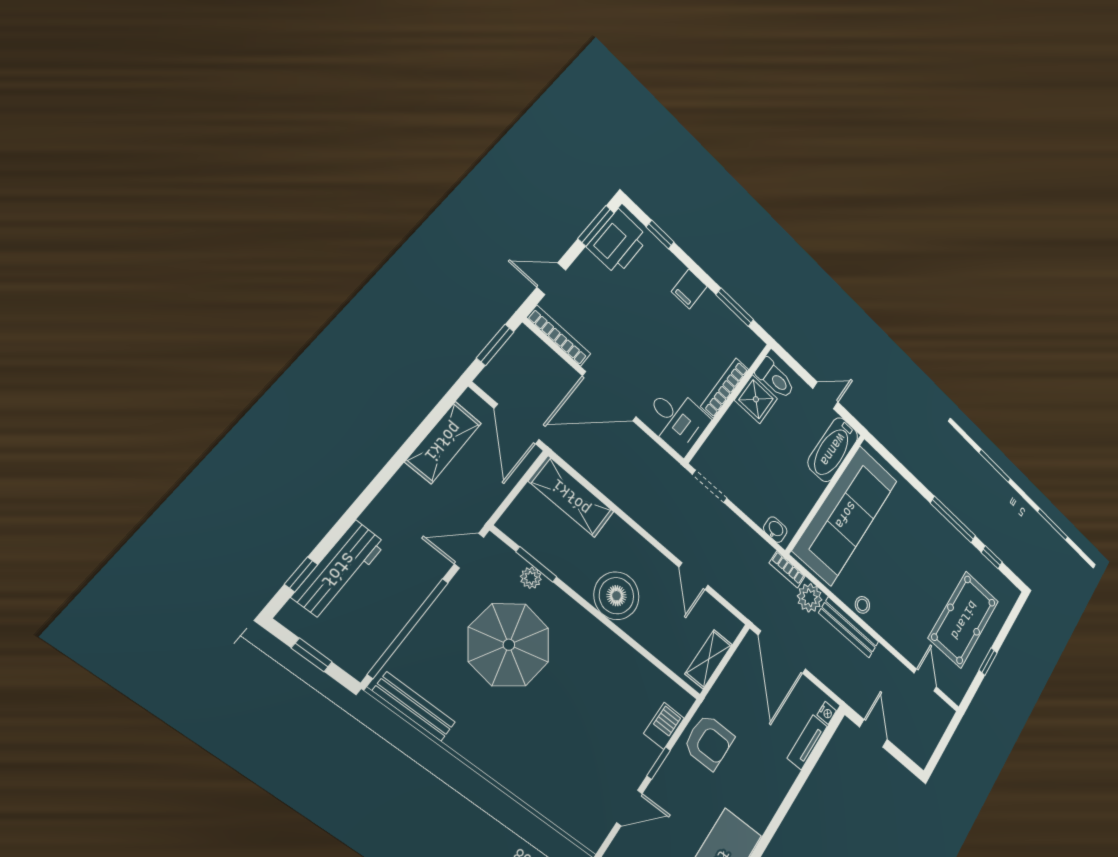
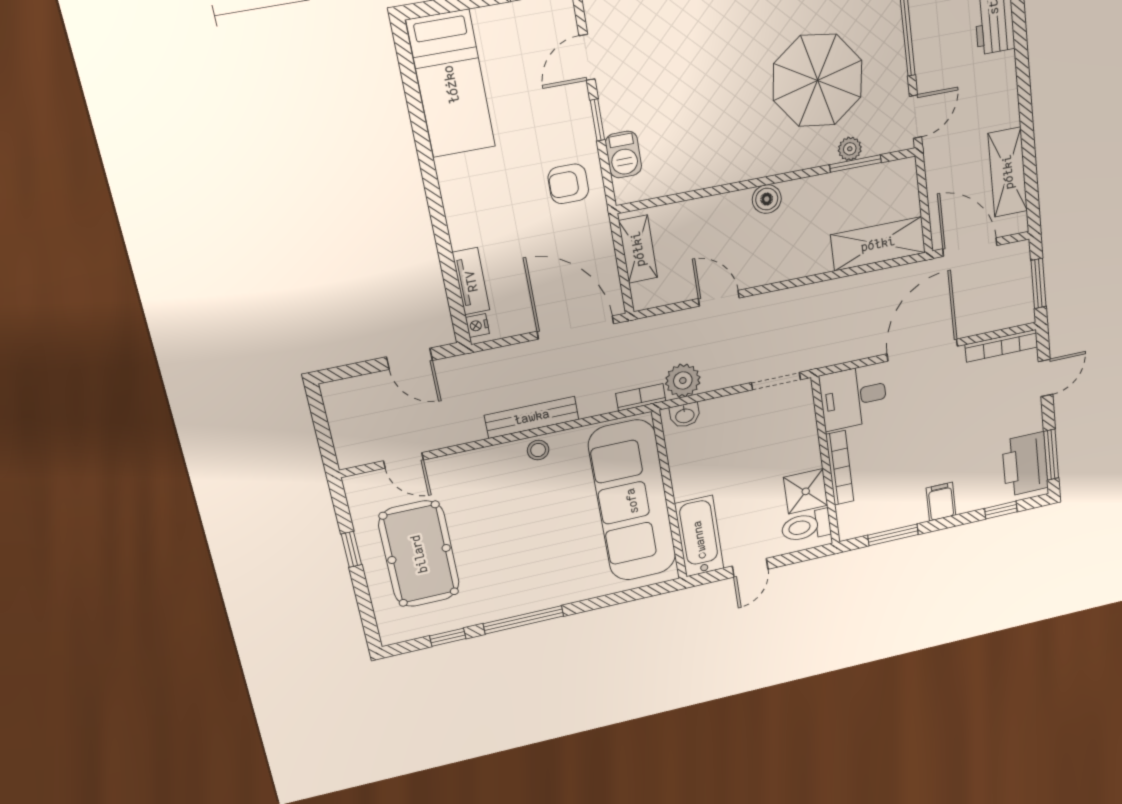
boiler: (616, 596) -> (767, 199), width x0.54, depth x0.54
plant: (810, 598) -> (683, 381), moved
armchair: (709, 742) -> (568, 184), width x0.72, depth x0.72

